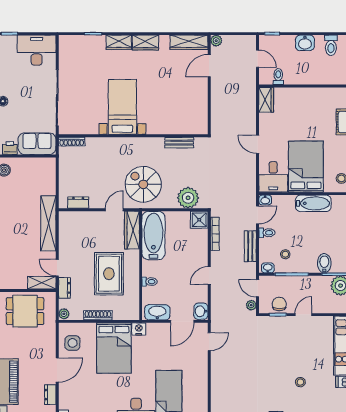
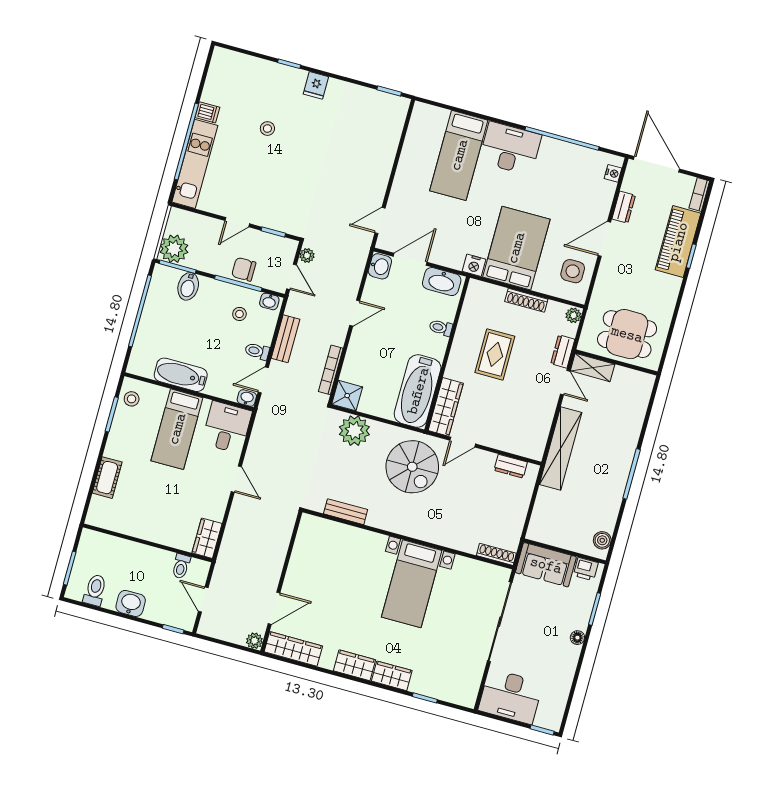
bed: (306, 167) -> (177, 429), width x0.67
rug: (109, 274) -> (495, 354), width x0.73, depth x0.70
chair: (279, 304) -> (244, 269), moved, turned 90

